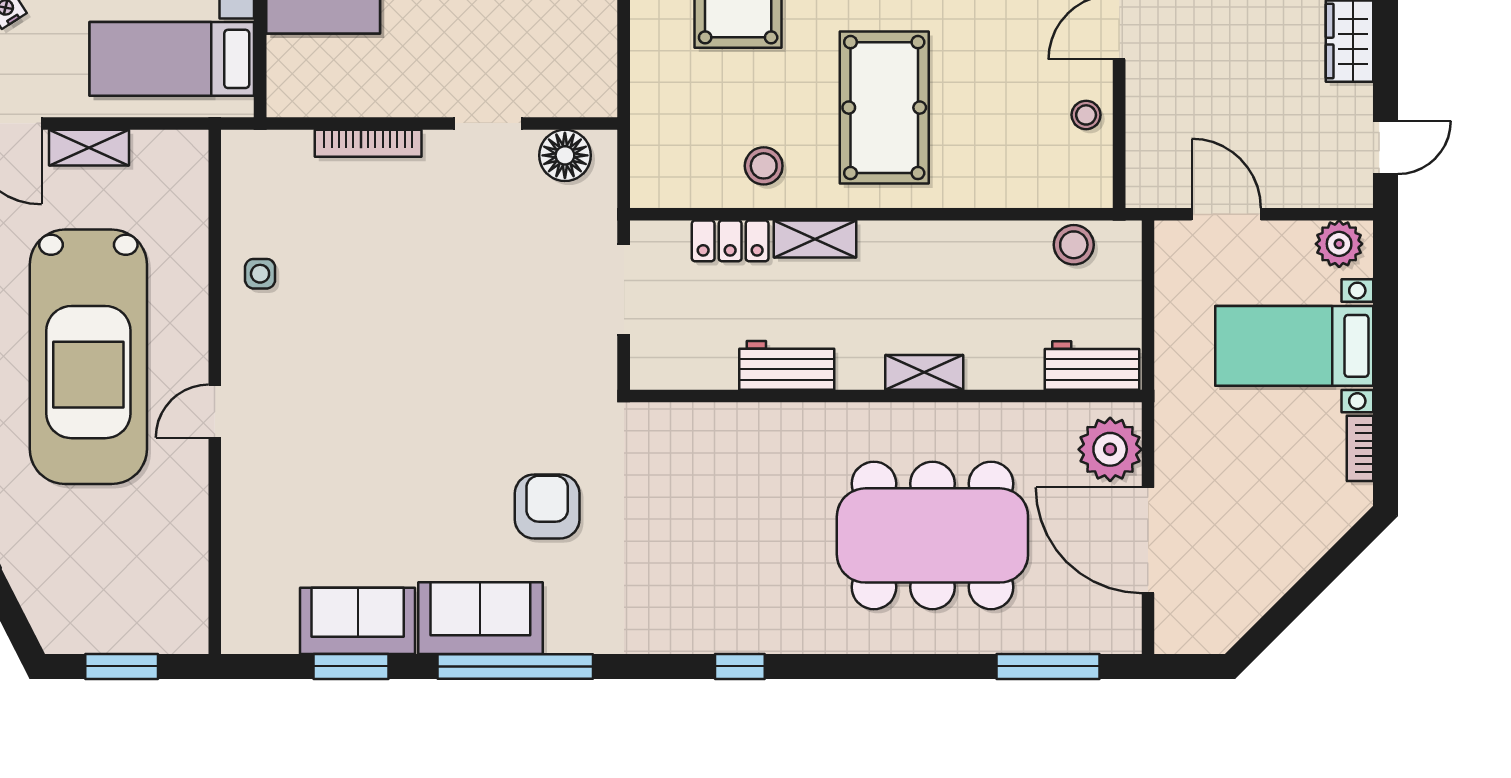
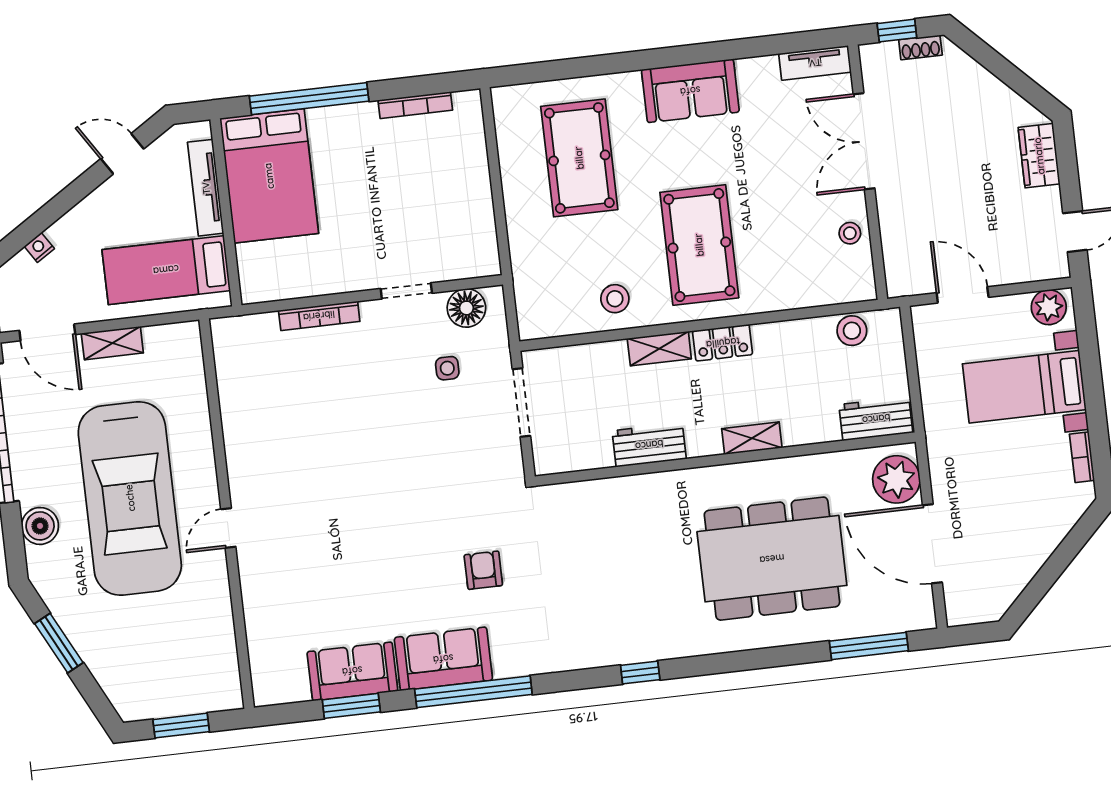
locker: (730, 241) -> (723, 343), moved
side table: (260, 274) -> (447, 368), moved
armchair: (547, 506) -> (483, 570), width x0.72, depth x0.72

